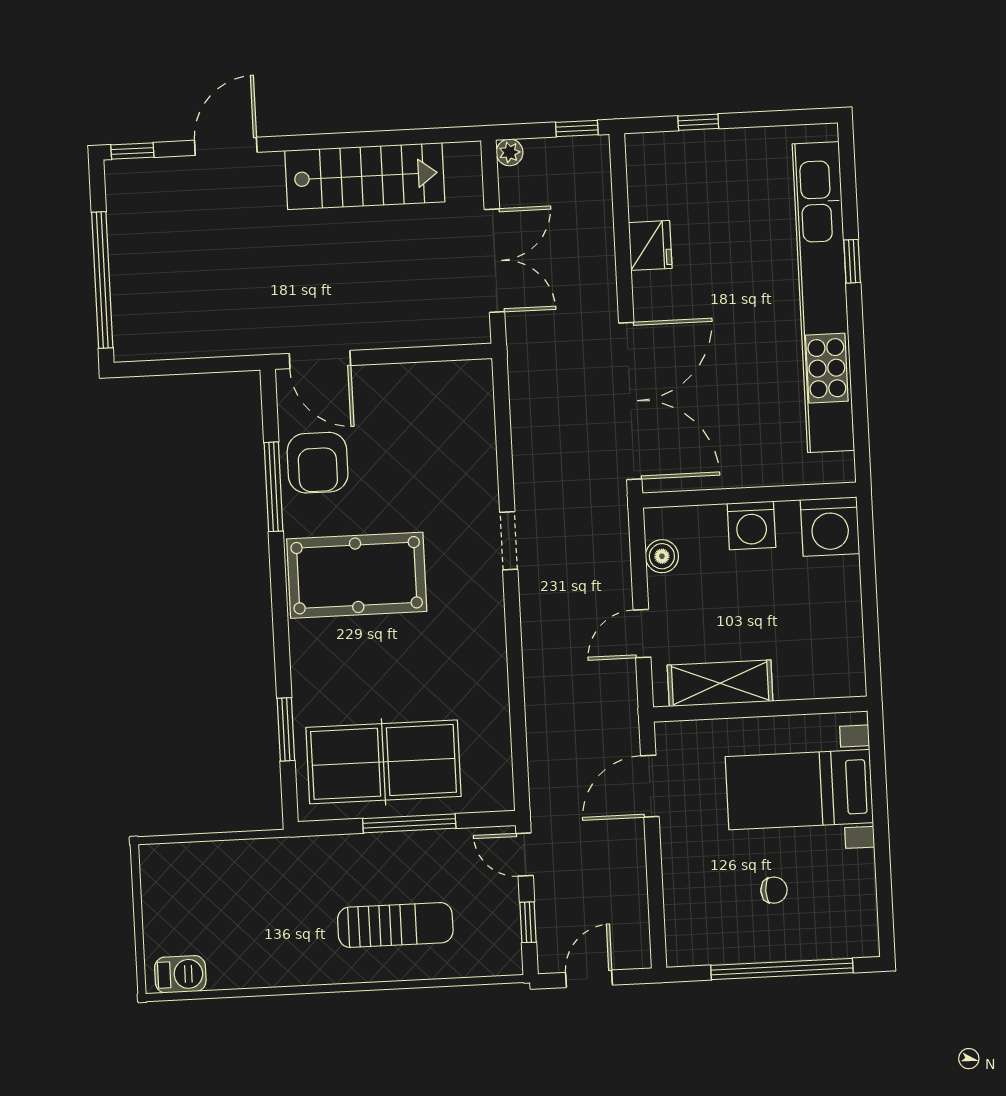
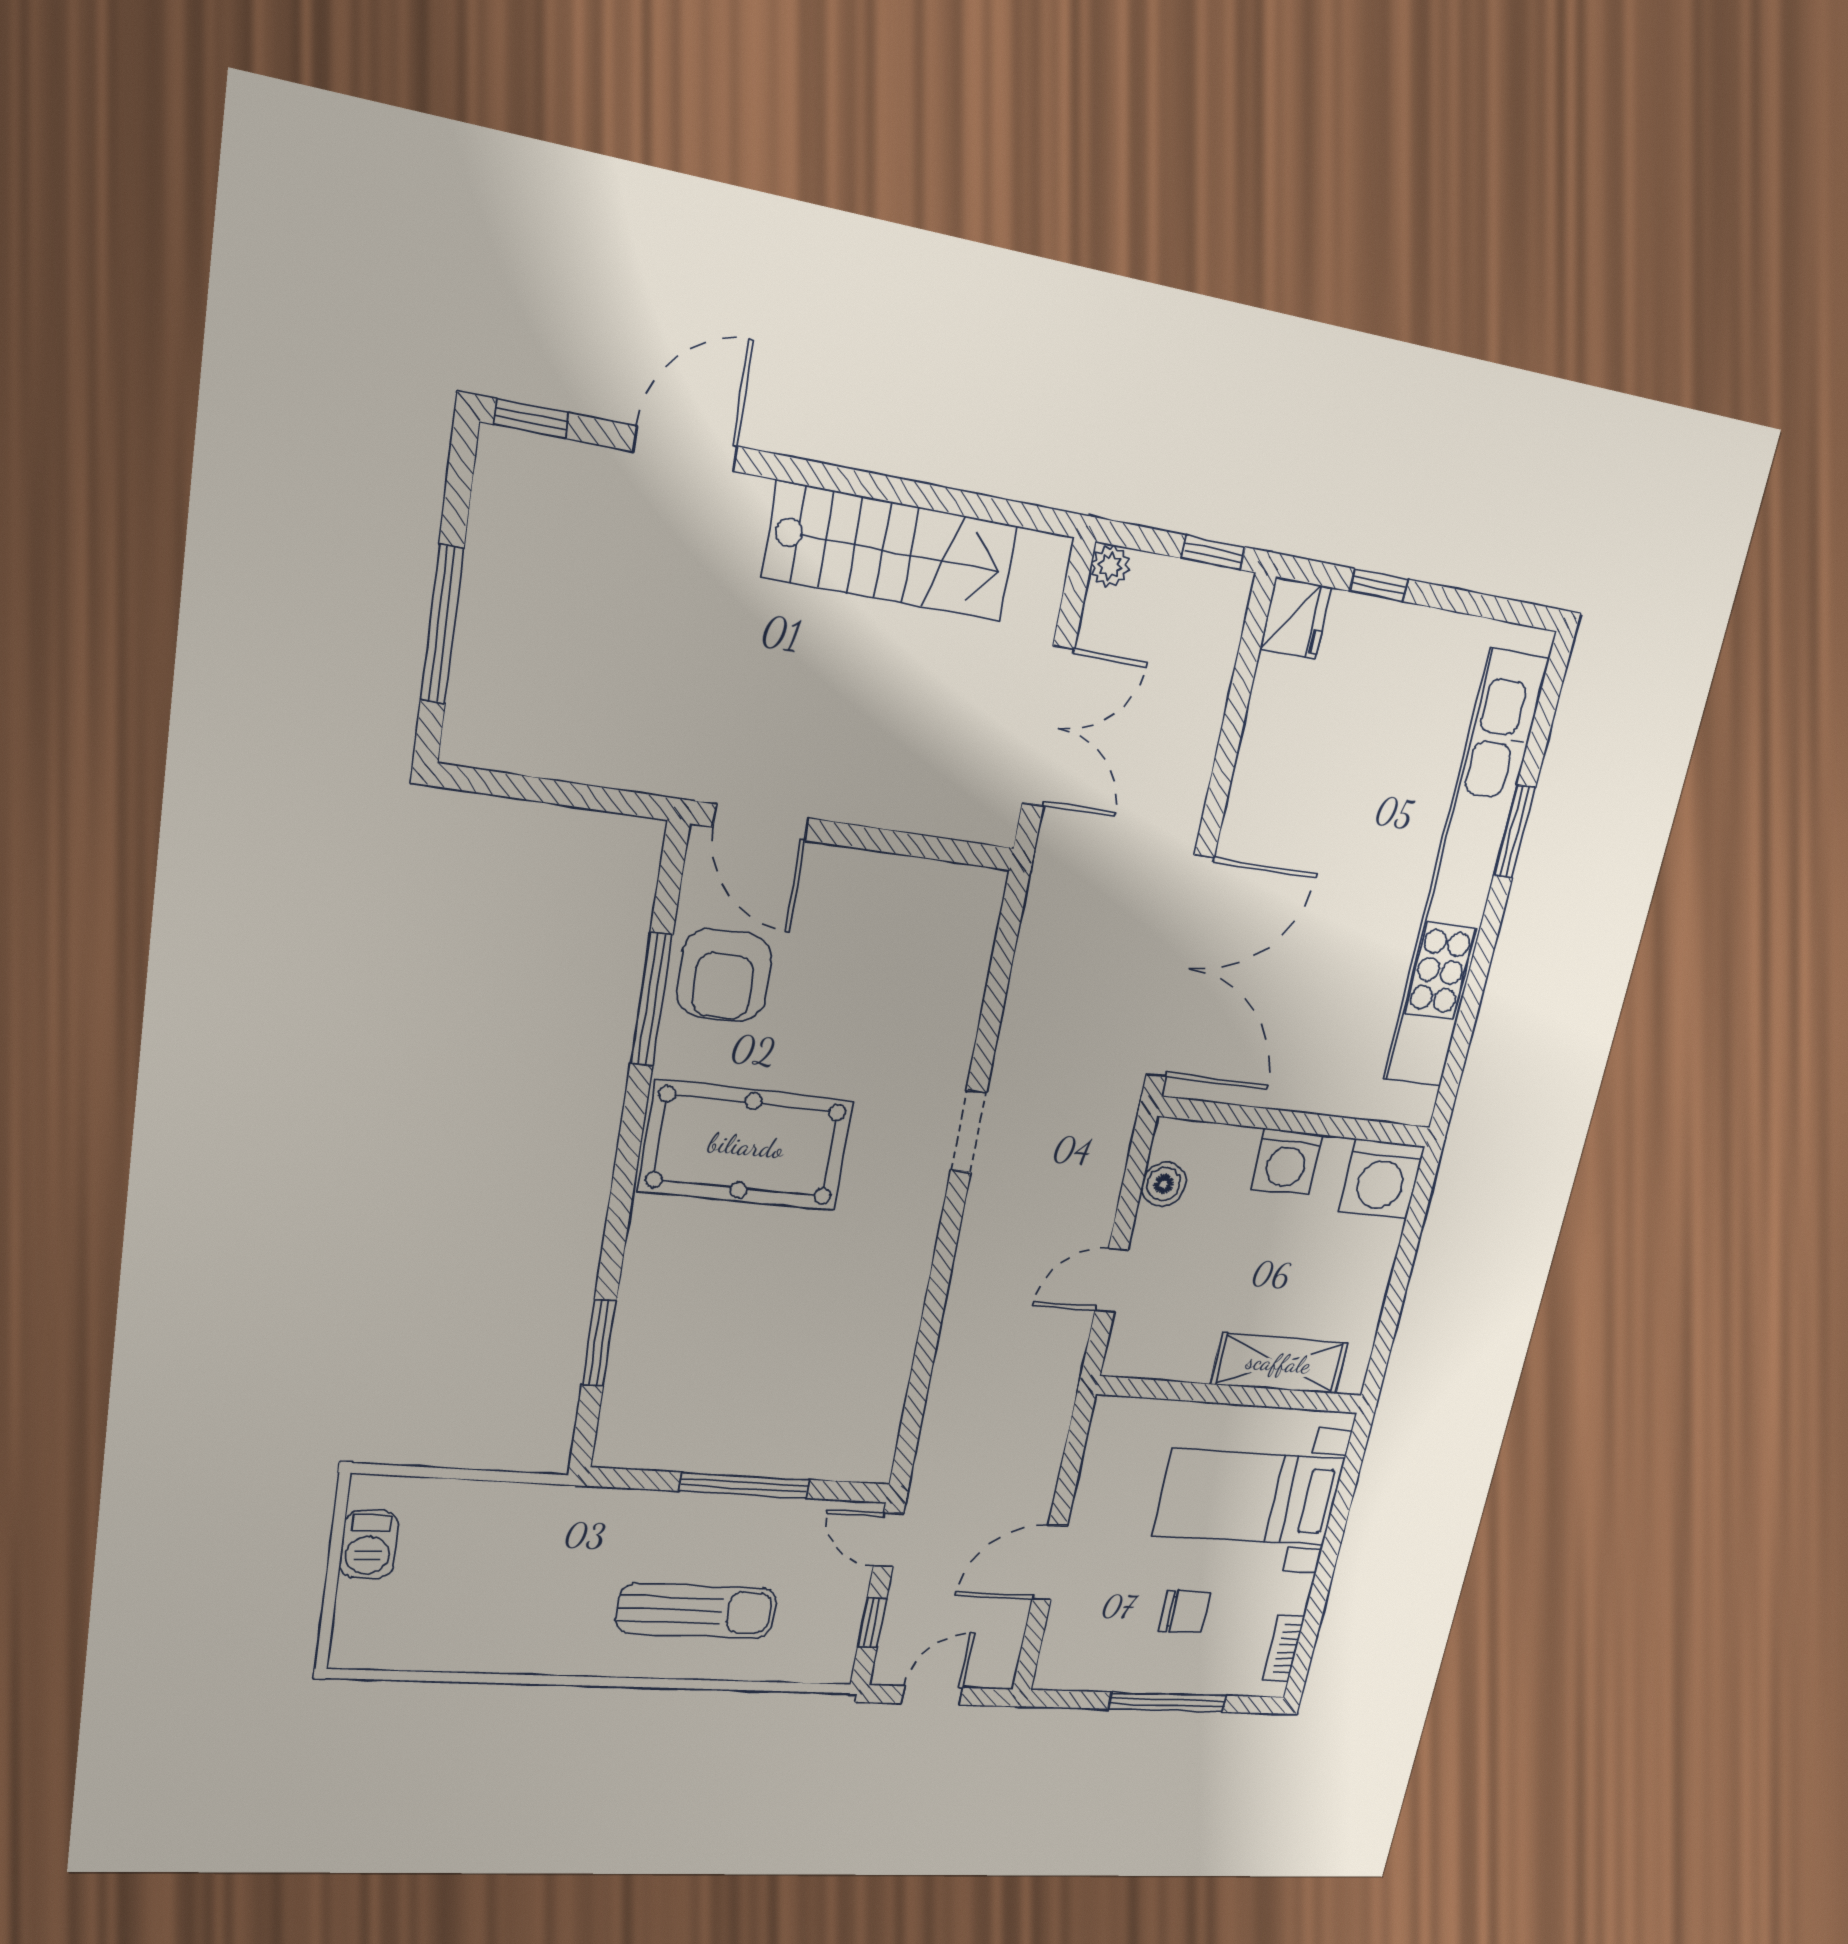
fridge: (650, 245) -> (1296, 618), moved
window: (852, 261) -> (1515, 832), width x1.50
window: (102, 280) -> (442, 625), width x0.68
shelving: (720, 683) -> (1279, 1363), moved
table tennis table: (384, 762) -> (728, 1402), removed
door: (650, 786) -> (1050, 1563), moved
chair: (774, 890) -> (1185, 1612), width x1.37, depth x1.37
bookcase: (867, 914) -> (1283, 1648), added
window: (782, 969) -> (1168, 1702), width x0.68
barbecue: (180, 974) -> (369, 1545), moved, turned 90

